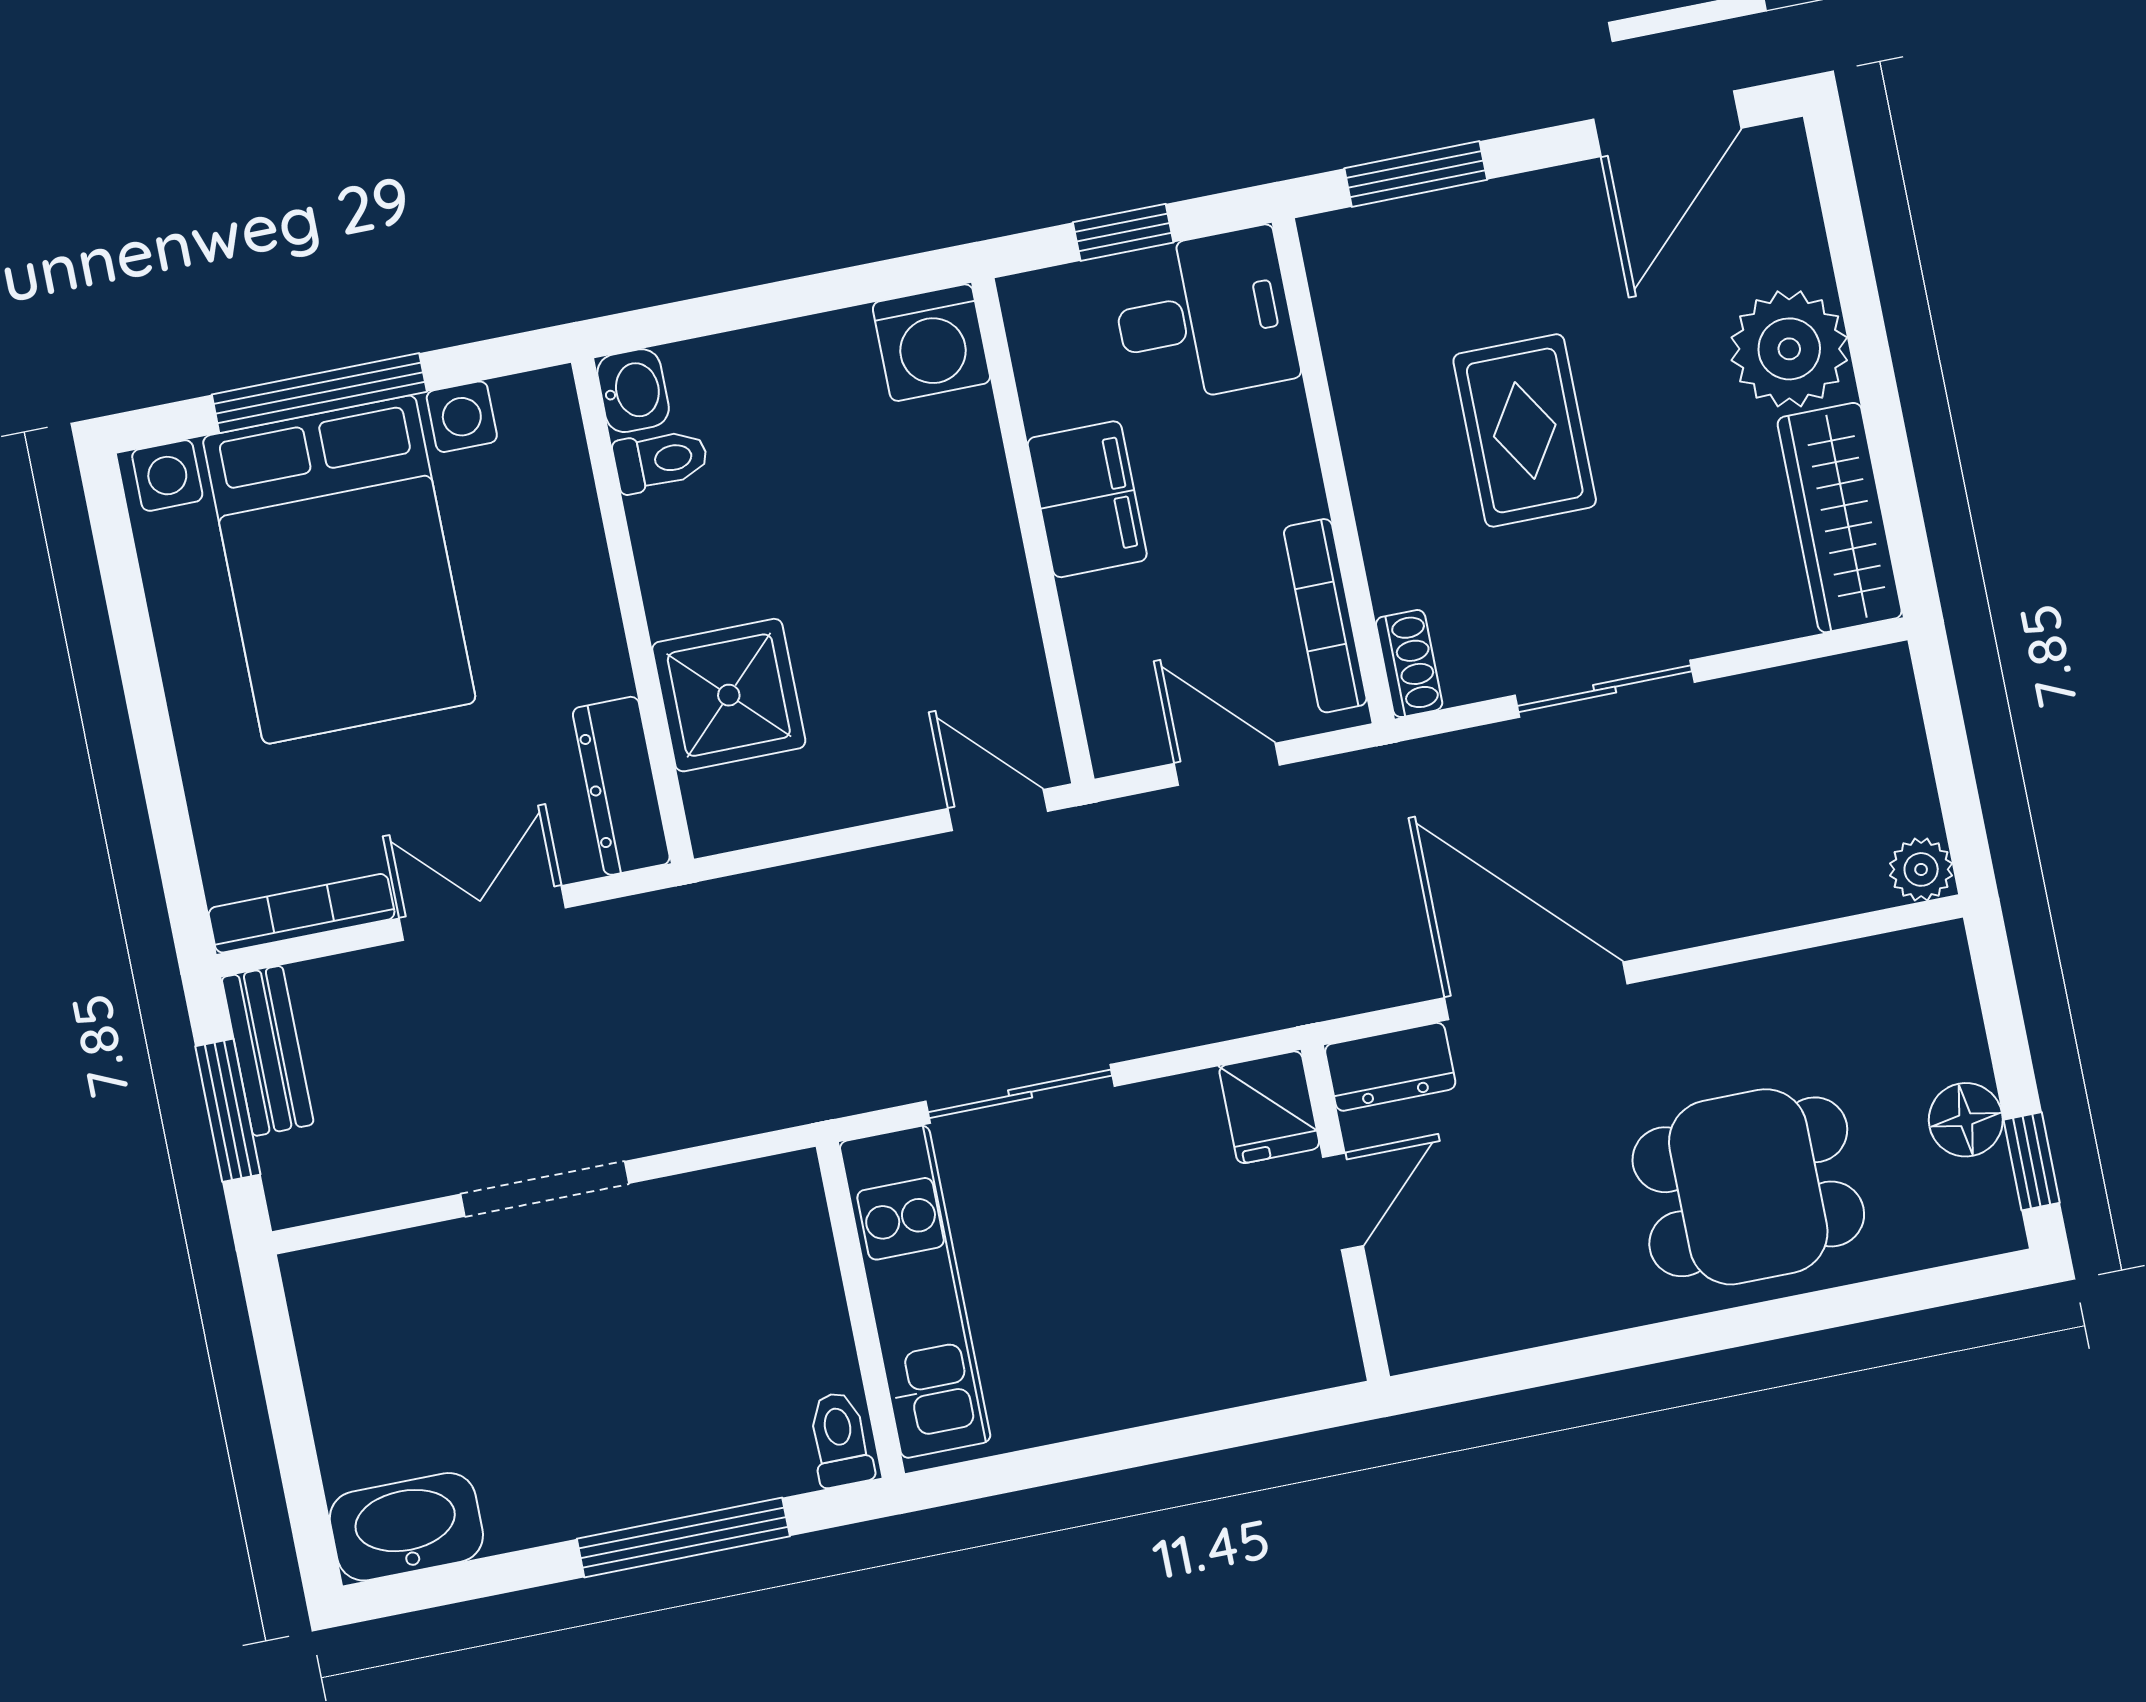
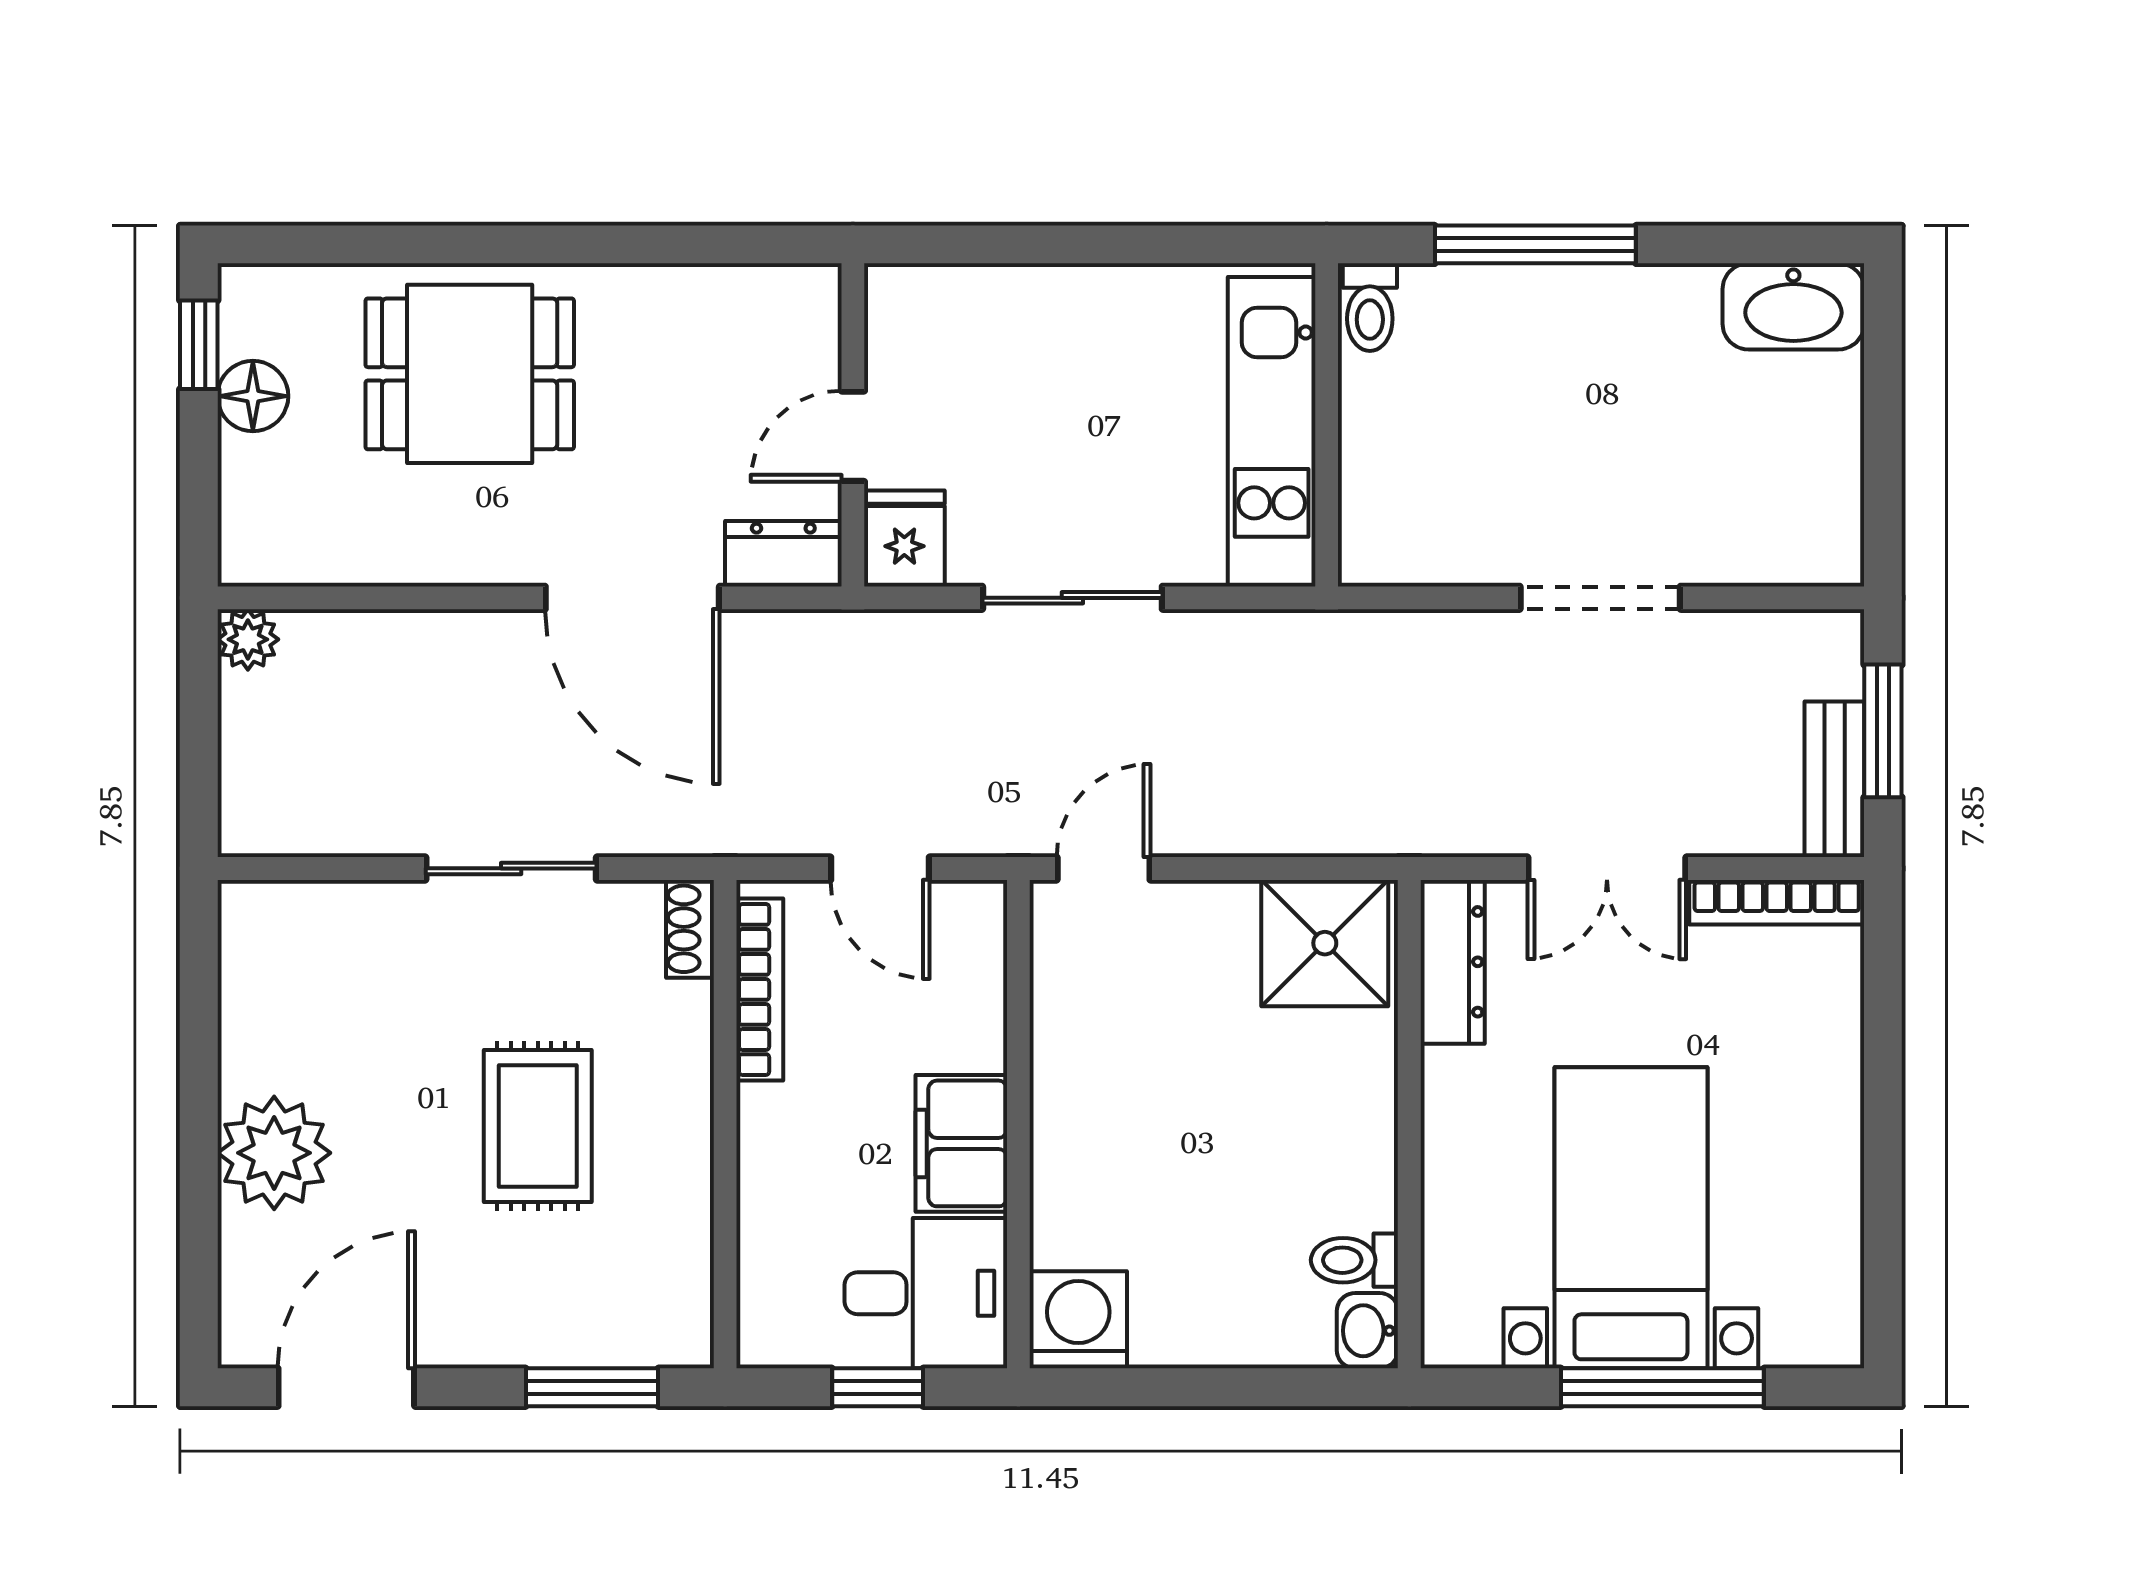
desk: (1204, 316) -> (926, 1293), moved, turned 180
wardrobe: (1840, 518) -> (258, 985), removed
bed with nightstands: (339, 570) -> (1631, 1218), width x0.73
shower: (729, 695) -> (1325, 943), moved
door: (998, 810) -> (1104, 868), swing flipped
sliding door: (1020, 1094) -> (1072, 598), moved

